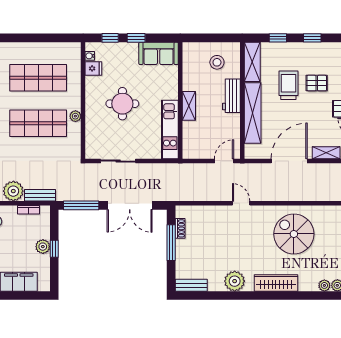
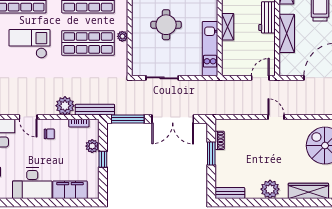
shelving: (253, 113) -> (287, 33), width x0.68
bench: (40, 195) -> (95, 110), width x1.36
window: (171, 243) -> (211, 153), width x0.69
plant: (43, 247) -> (92, 146), moved

